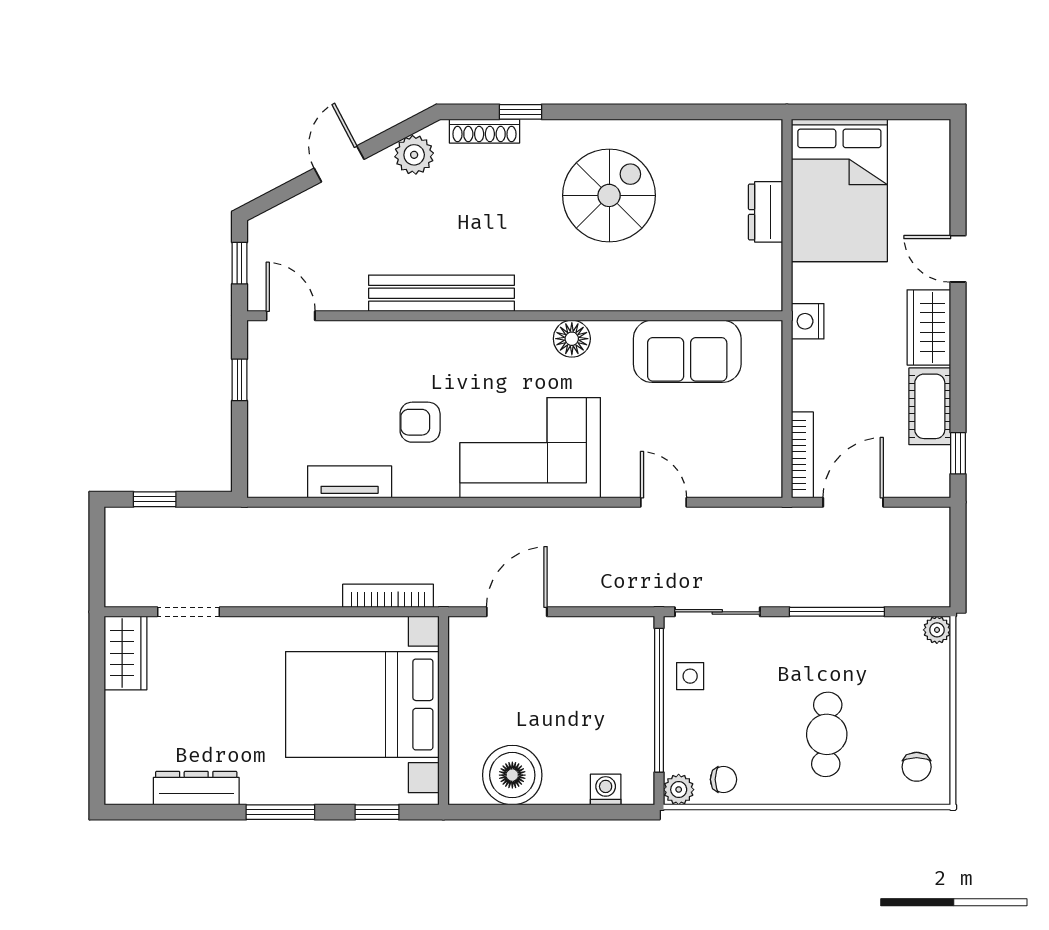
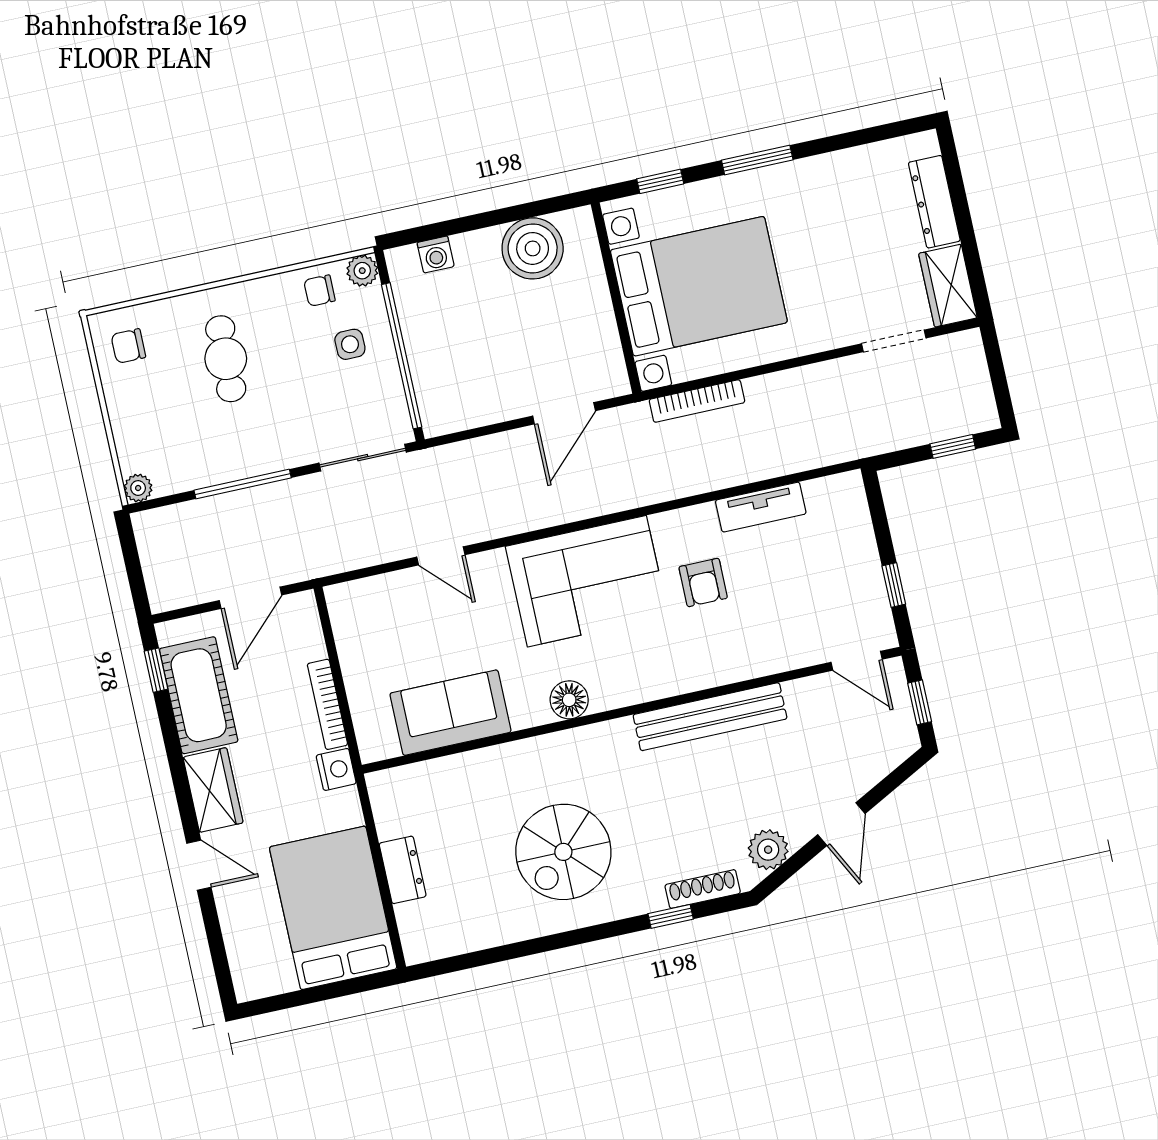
cot: (930, 406) -> (199, 695), width x1.37, depth x1.34
armchair: (420, 422) -> (703, 582), turned 90
bookcase: (802, 455) -> (327, 704), moved
side table: (690, 676) -> (350, 344), moved
chair: (917, 767) -> (128, 346), turned -90
dresser: (196, 788) -> (934, 202), moved, turned 90

